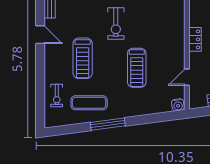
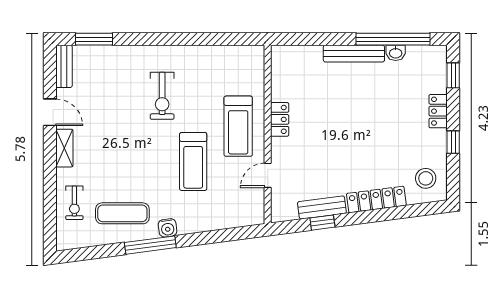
treadmill: (83, 58) -> (238, 126), moved
shelving: (50, 59) -> (64, 148), added
water cooler: (178, 105) -> (168, 228), moved

